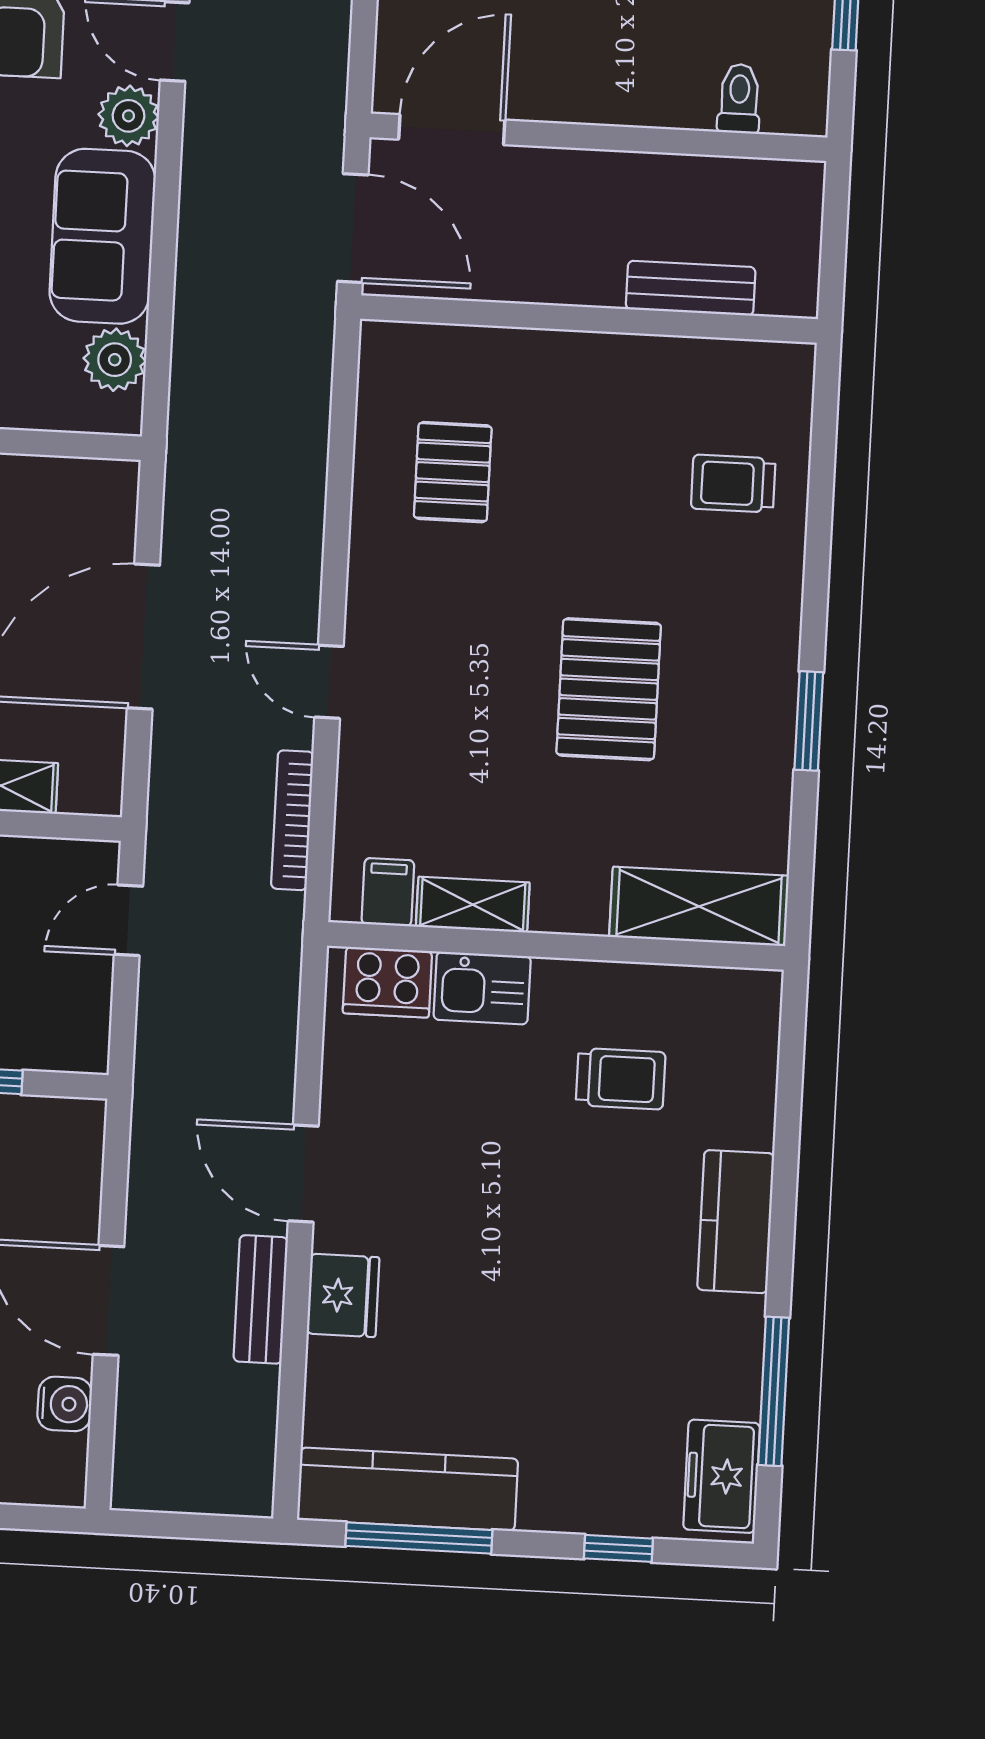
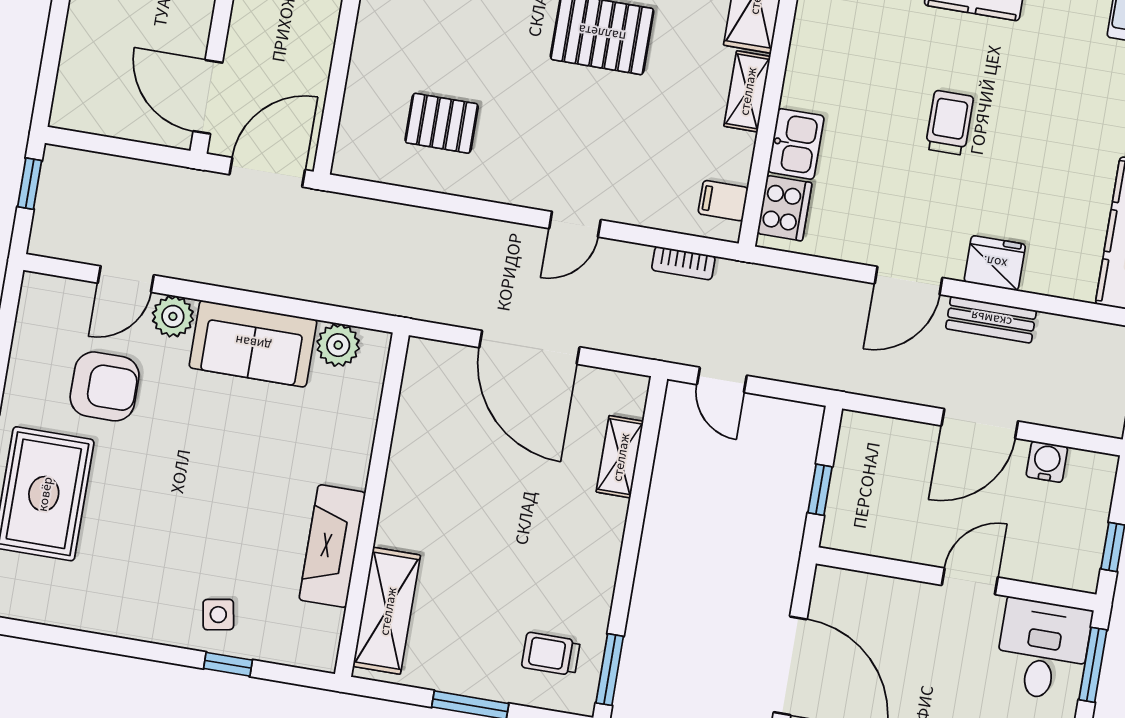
bookcase: (292, 820) -> (683, 263), width x0.64
shelving: (473, 905) -> (747, 91), moved
trolley: (621, 1079) -> (949, 123), moved

